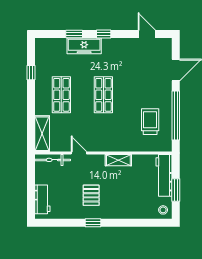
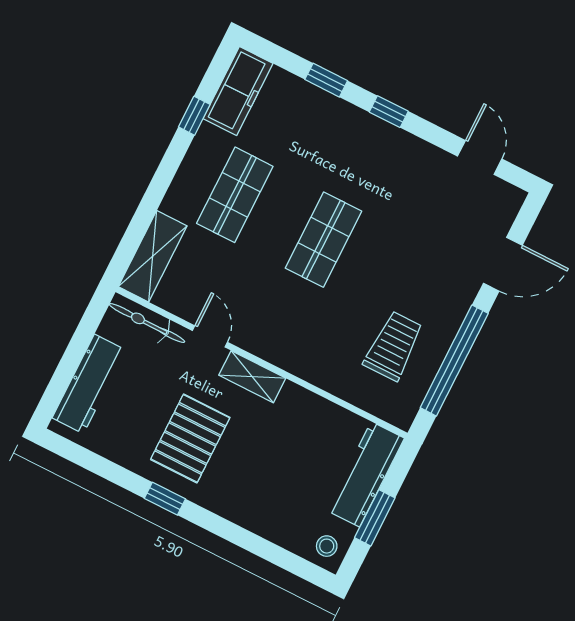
freezer: (84, 46) -> (238, 91), moved, turned -90
shelving: (118, 160) -> (252, 377), moved
pallet: (91, 195) -> (190, 438), width x1.50, depth x1.42
workbench: (42, 199) -> (89, 384), width x1.38

